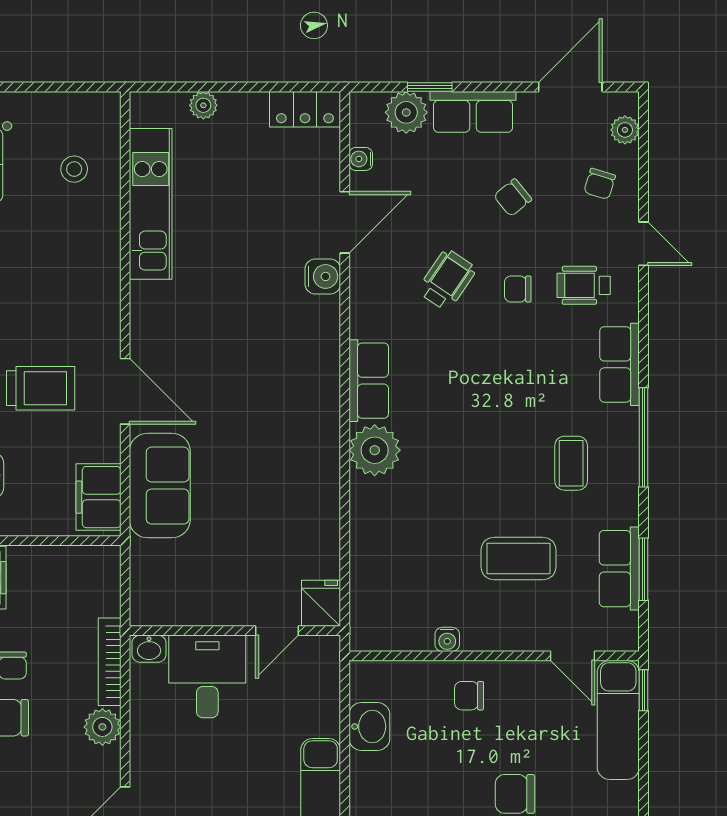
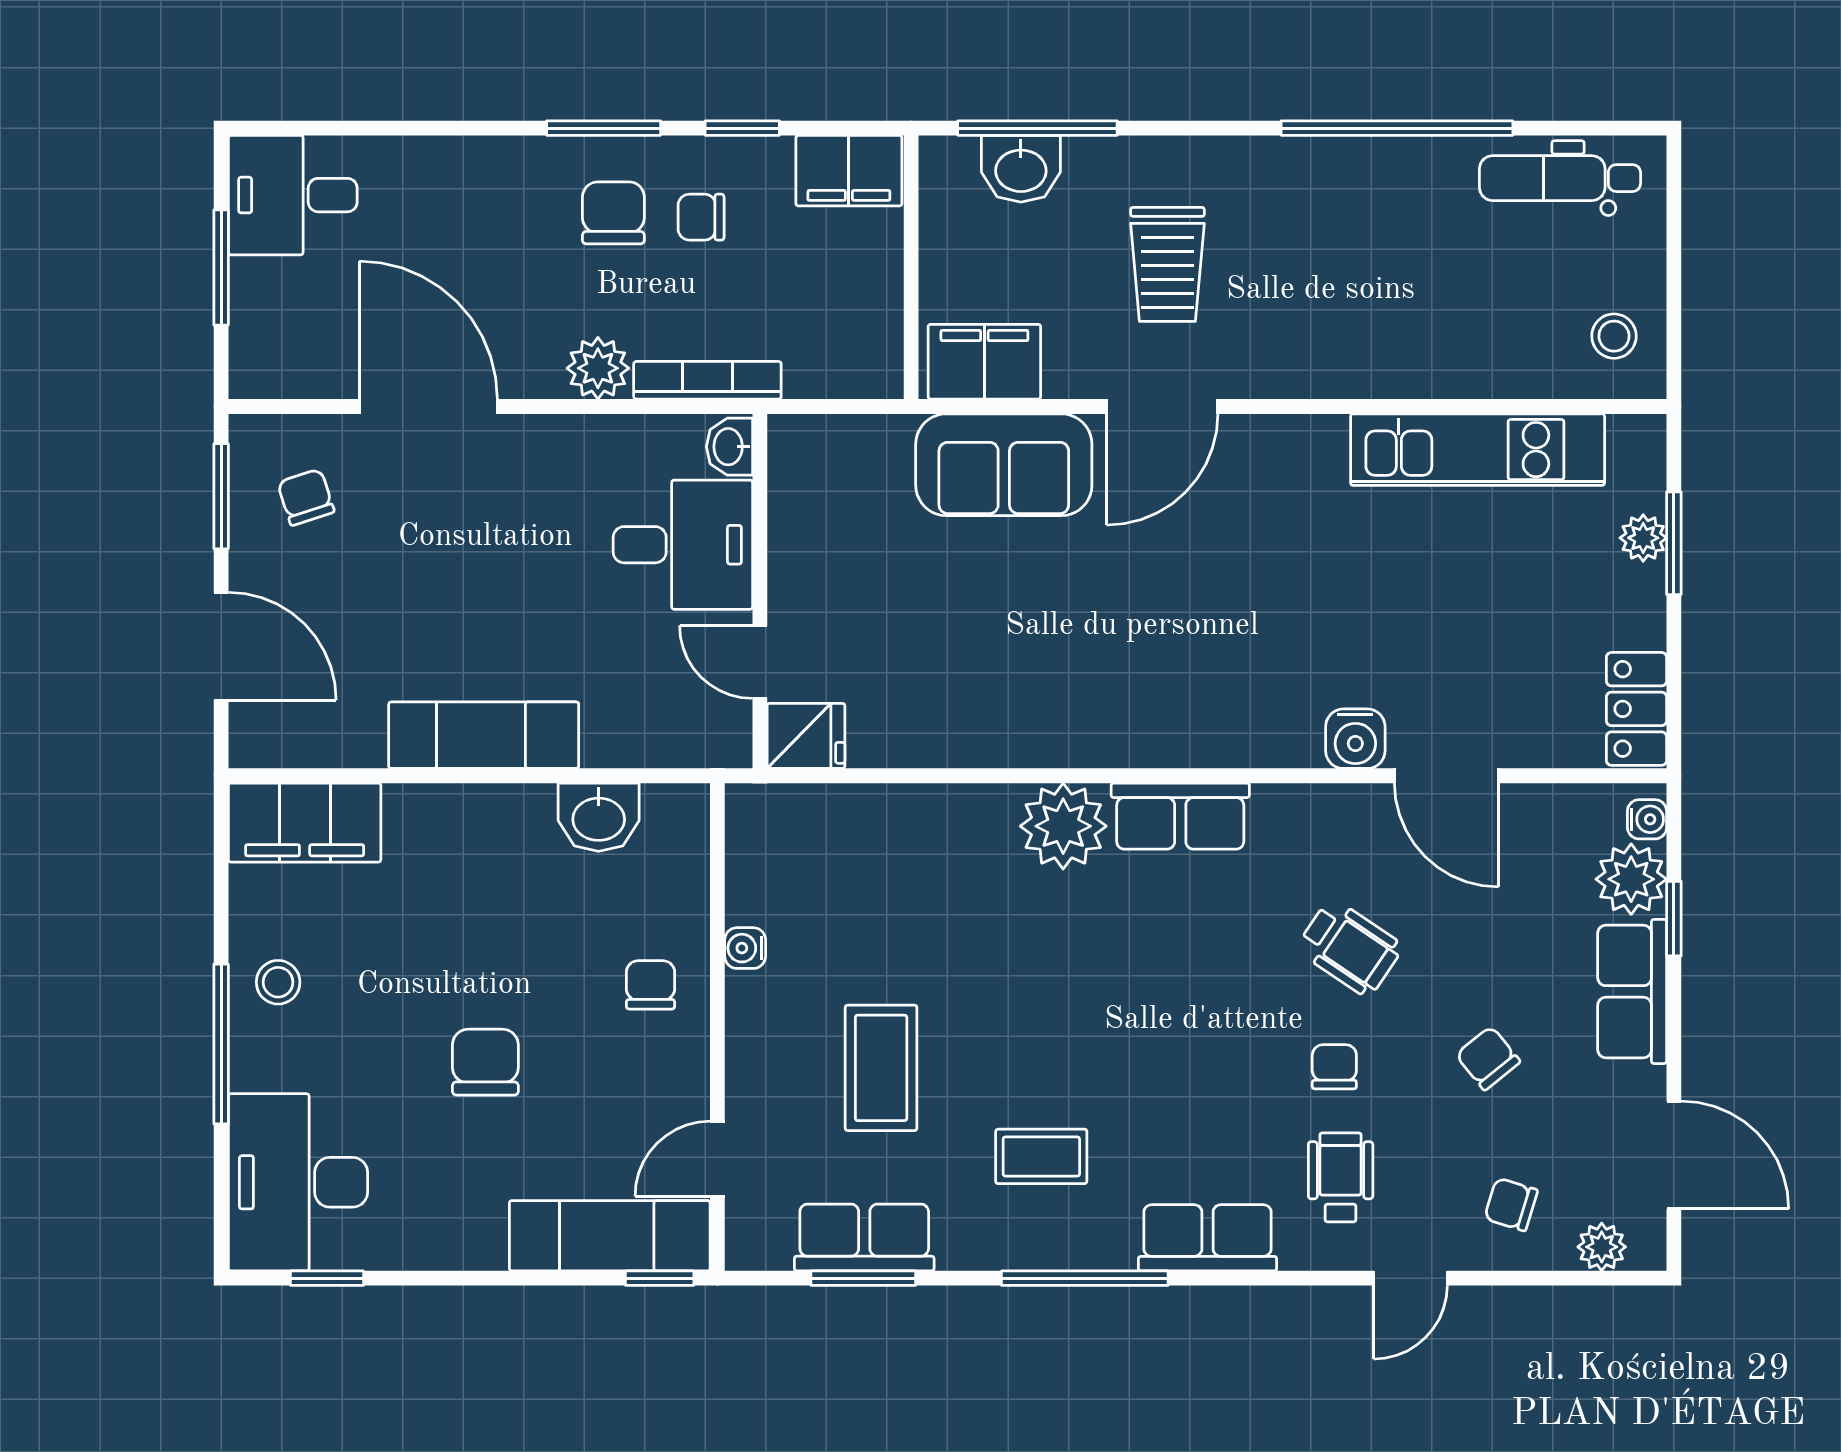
window: (206, 87) -> (1674, 543), added
water cooler: (361, 159) -> (1647, 819), moved, turned 90
stool: (74, 169) -> (1614, 336), moved

